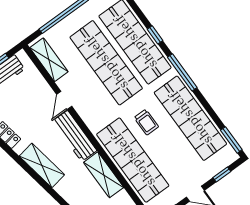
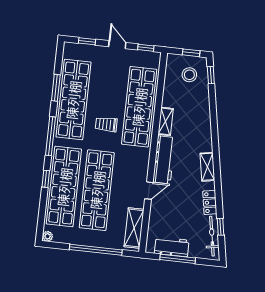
trolley: (146, 122) -> (106, 124), turned -90
window: (231, 140) -> (56, 88), moved
shelving: (42, 165) -> (207, 167), width x0.67, depth x0.75
shelving: (104, 175) -> (166, 121), width x0.67, depth x0.75

